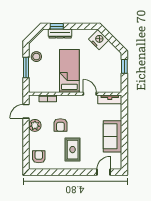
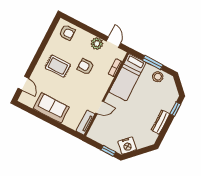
dresser: (60, 34) -> (160, 122), moved
nightstand: (99, 40) -> (127, 146), moved
bed: (69, 71) -> (128, 77), moved, turned 90

